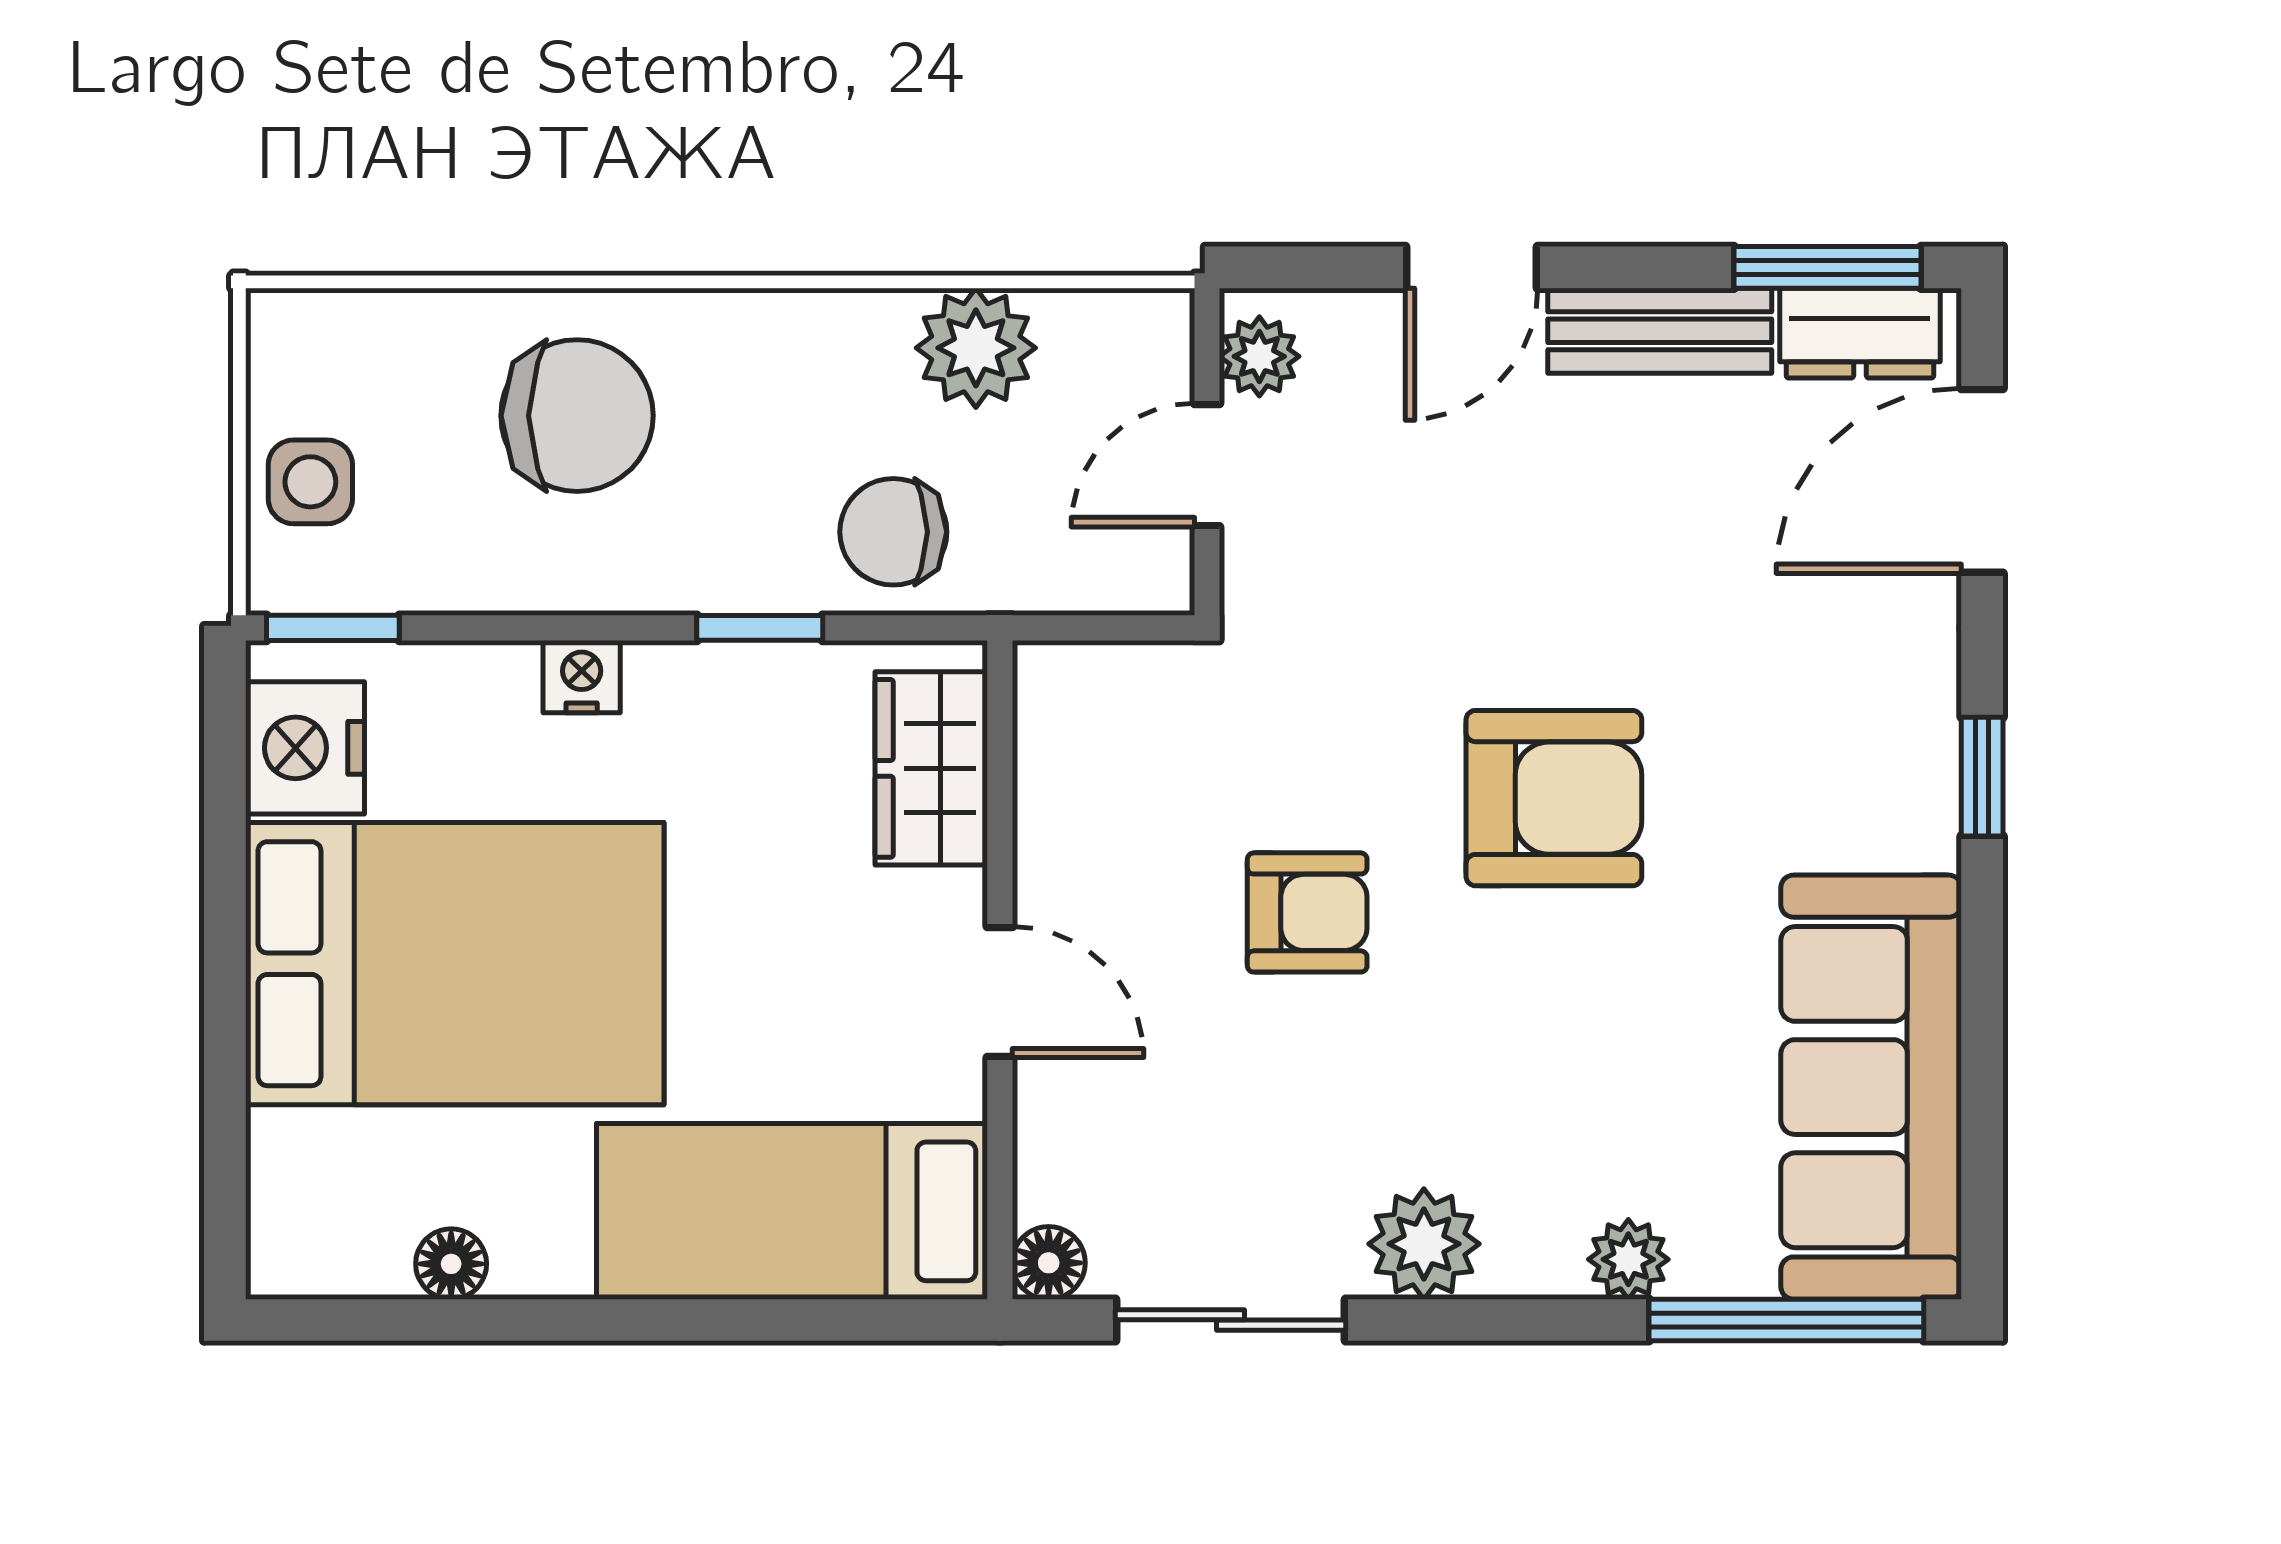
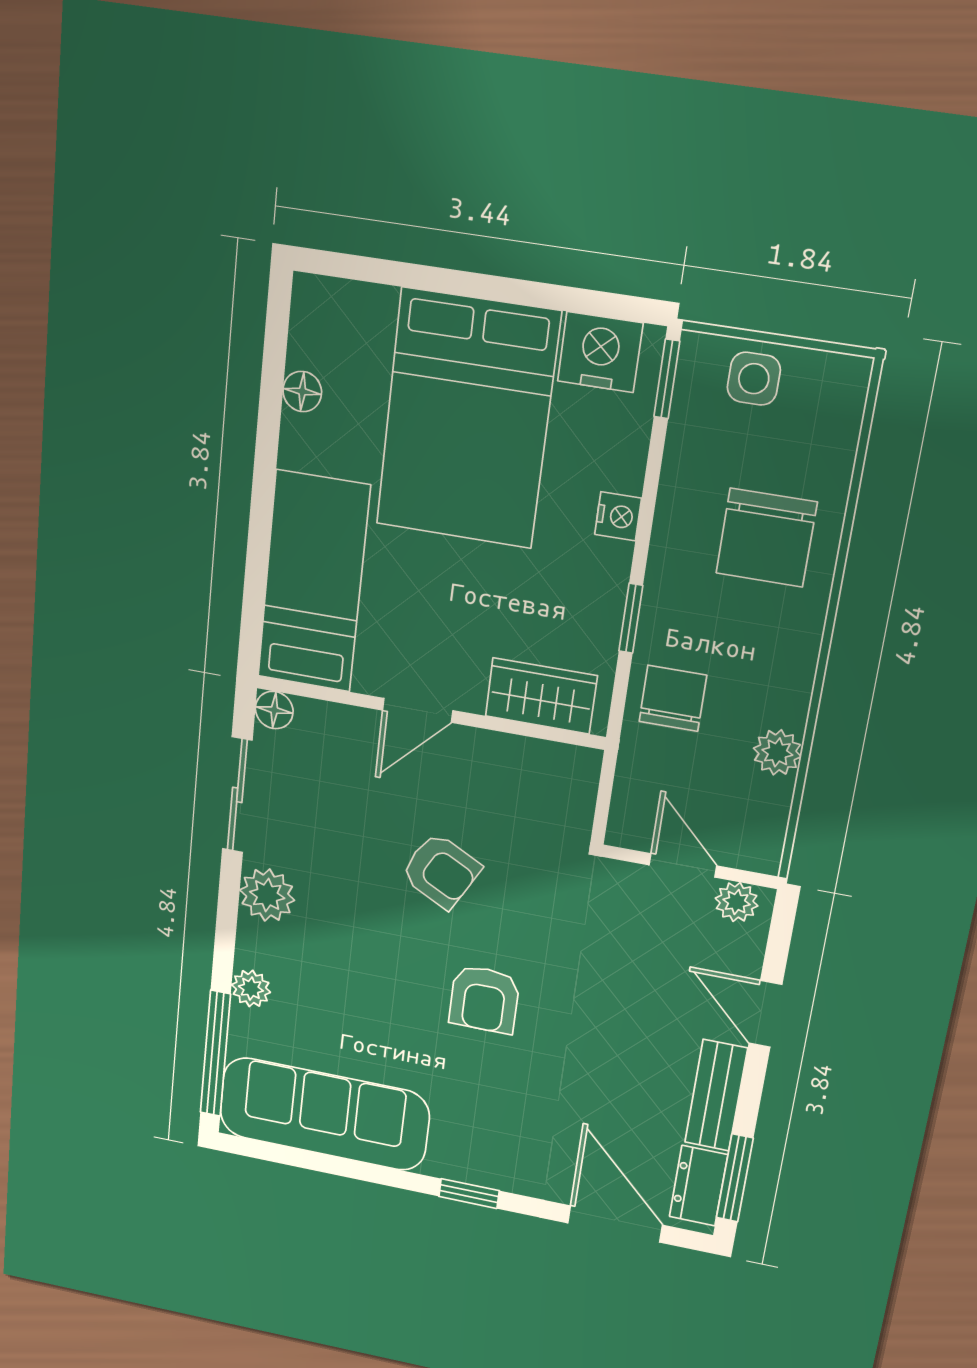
plant: (976, 348) -> (777, 752), width x0.73, depth x0.73
armchair: (1554, 798) -> (484, 999), width x0.72, depth x0.72
armchair: (1307, 912) -> (441, 871), turned -62

